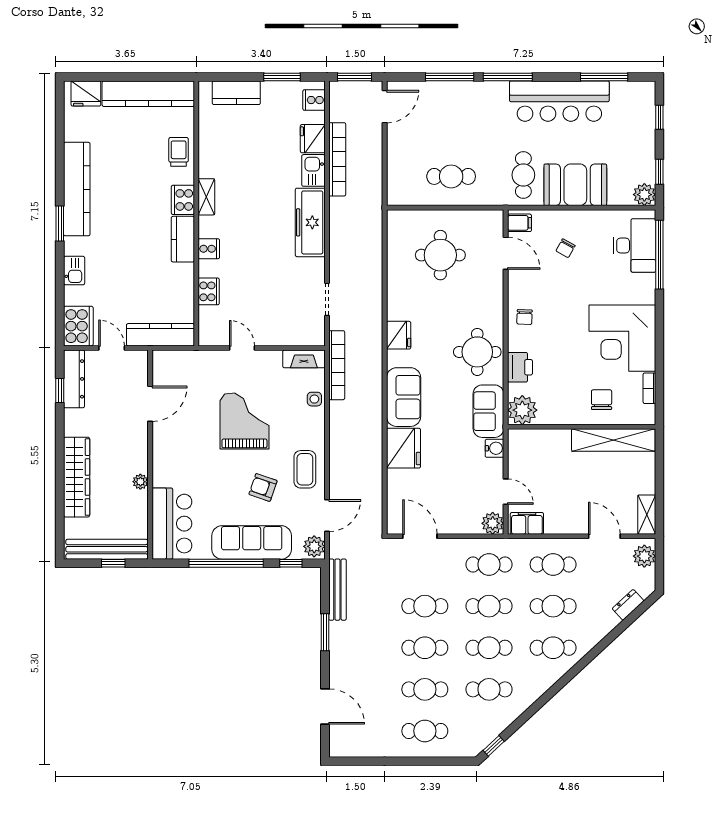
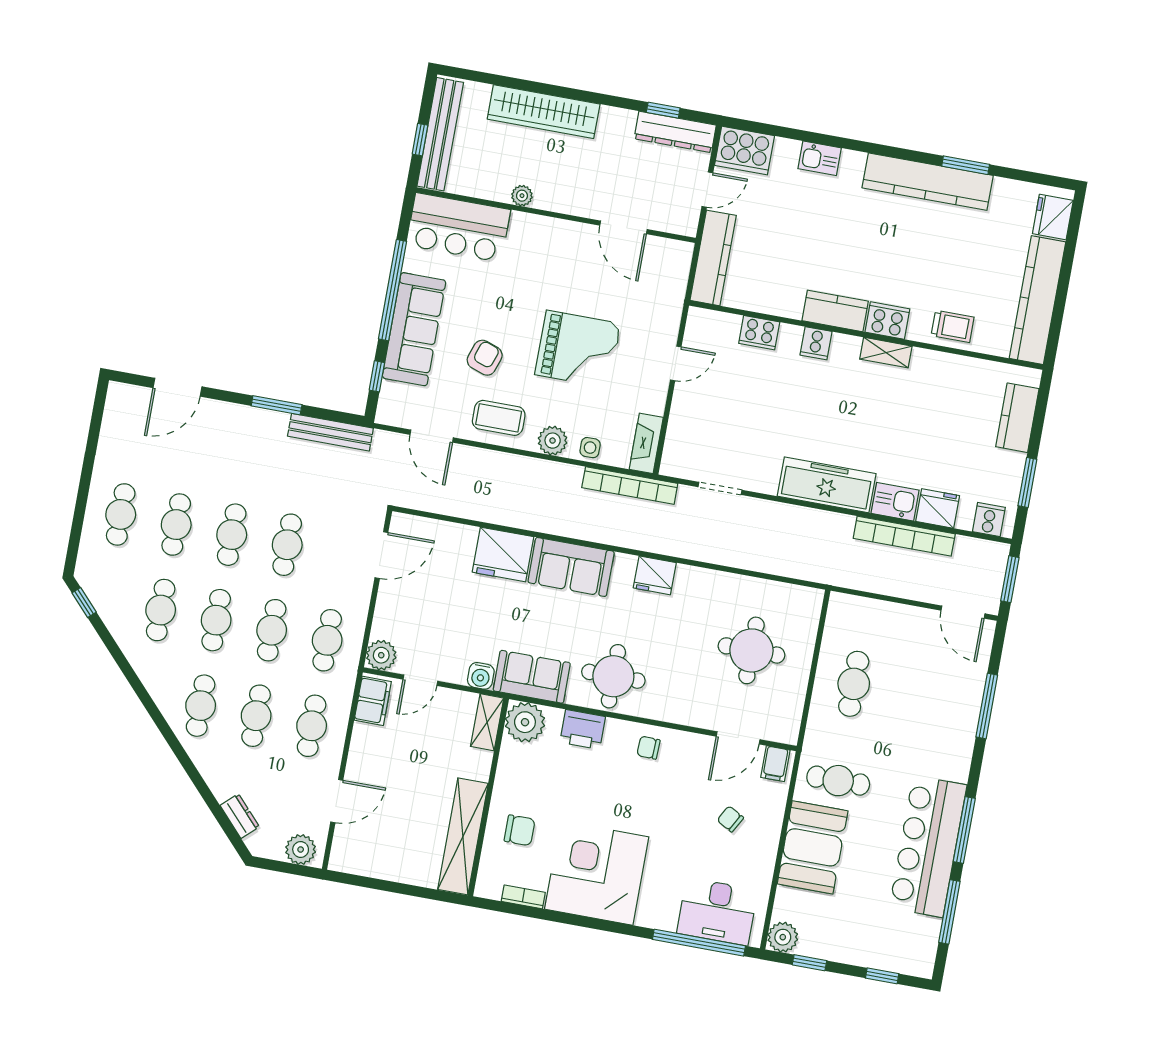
window: (508, 77) -> (964, 830), moved
window: (60, 224) -> (966, 165), moved
shelving: (647, 515) -> (487, 722), moved, turned 90
plant: (314, 546) -> (553, 441), moved

